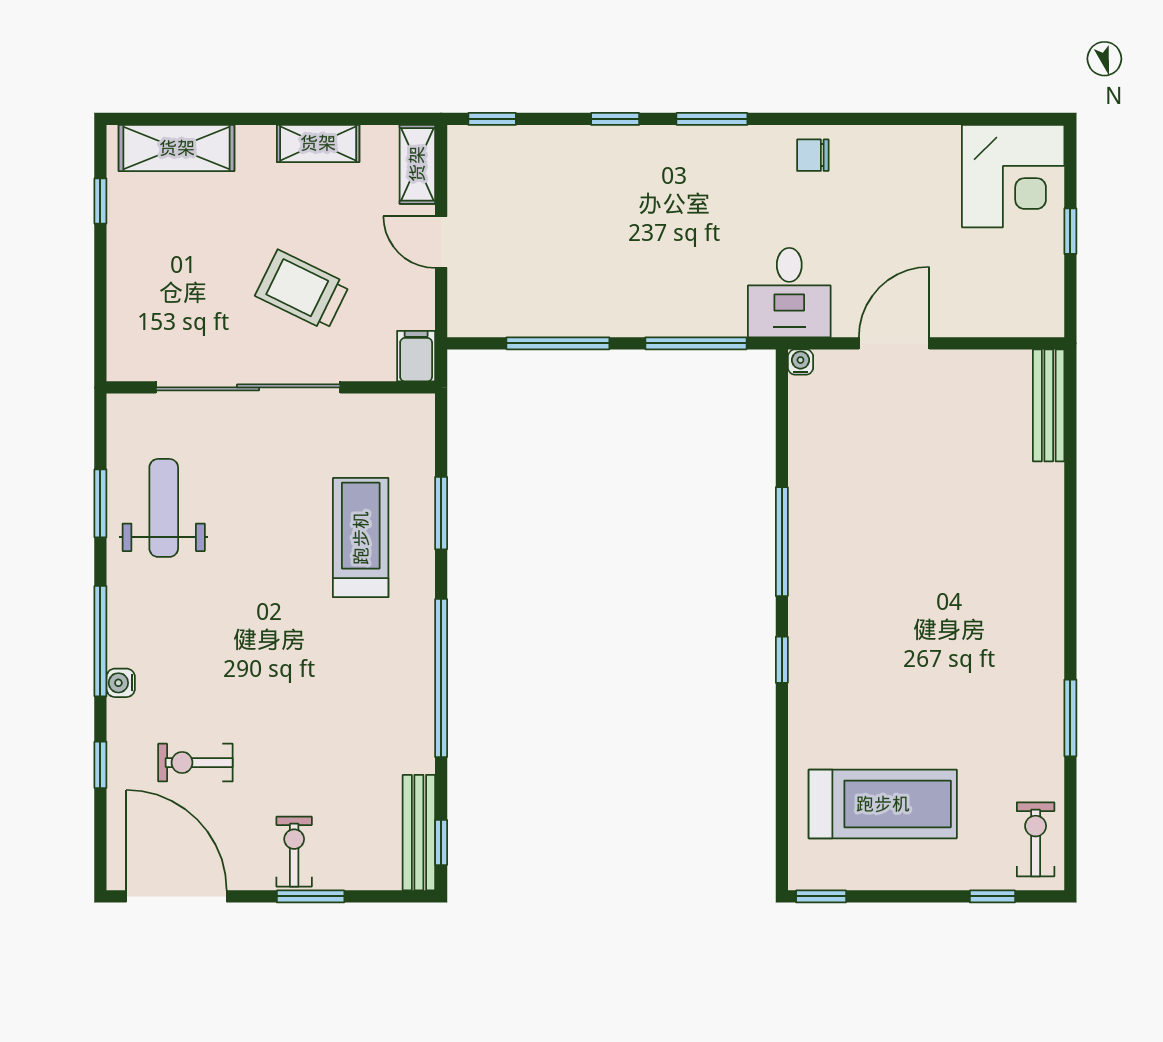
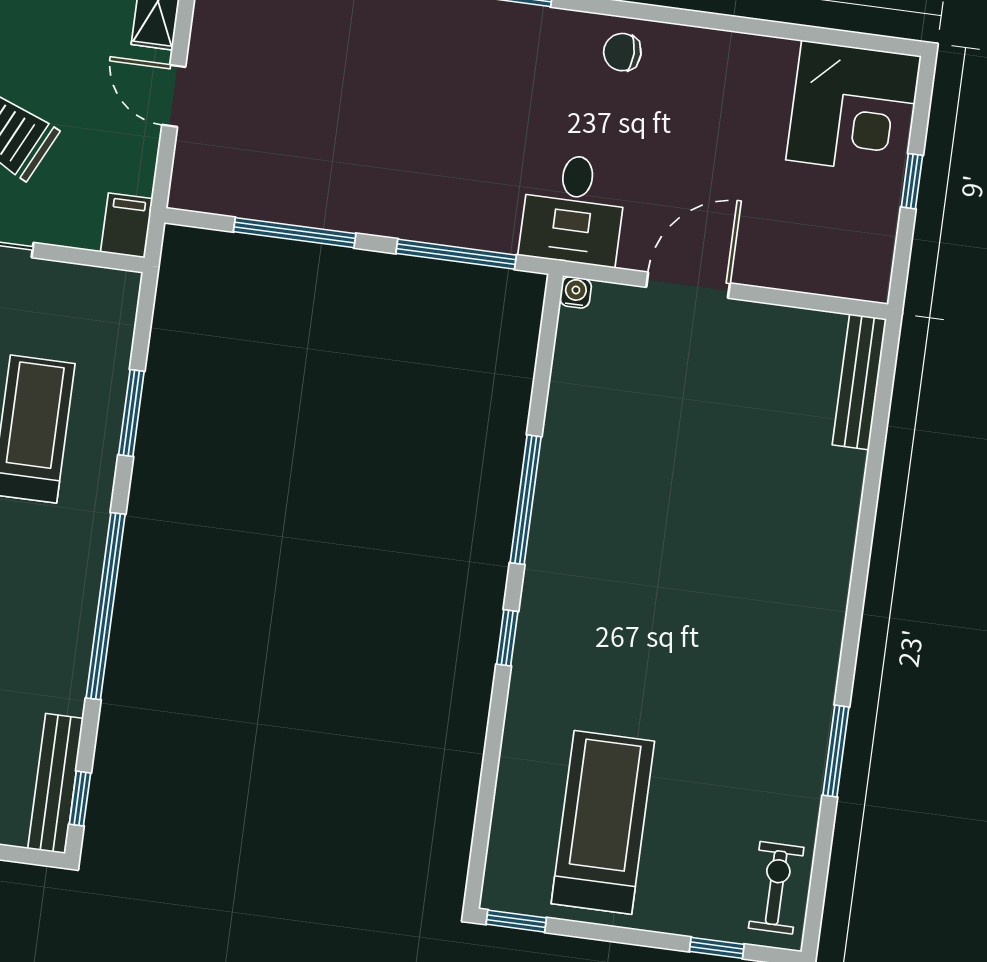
treadmill: (883, 804) -> (603, 822), turned -90

